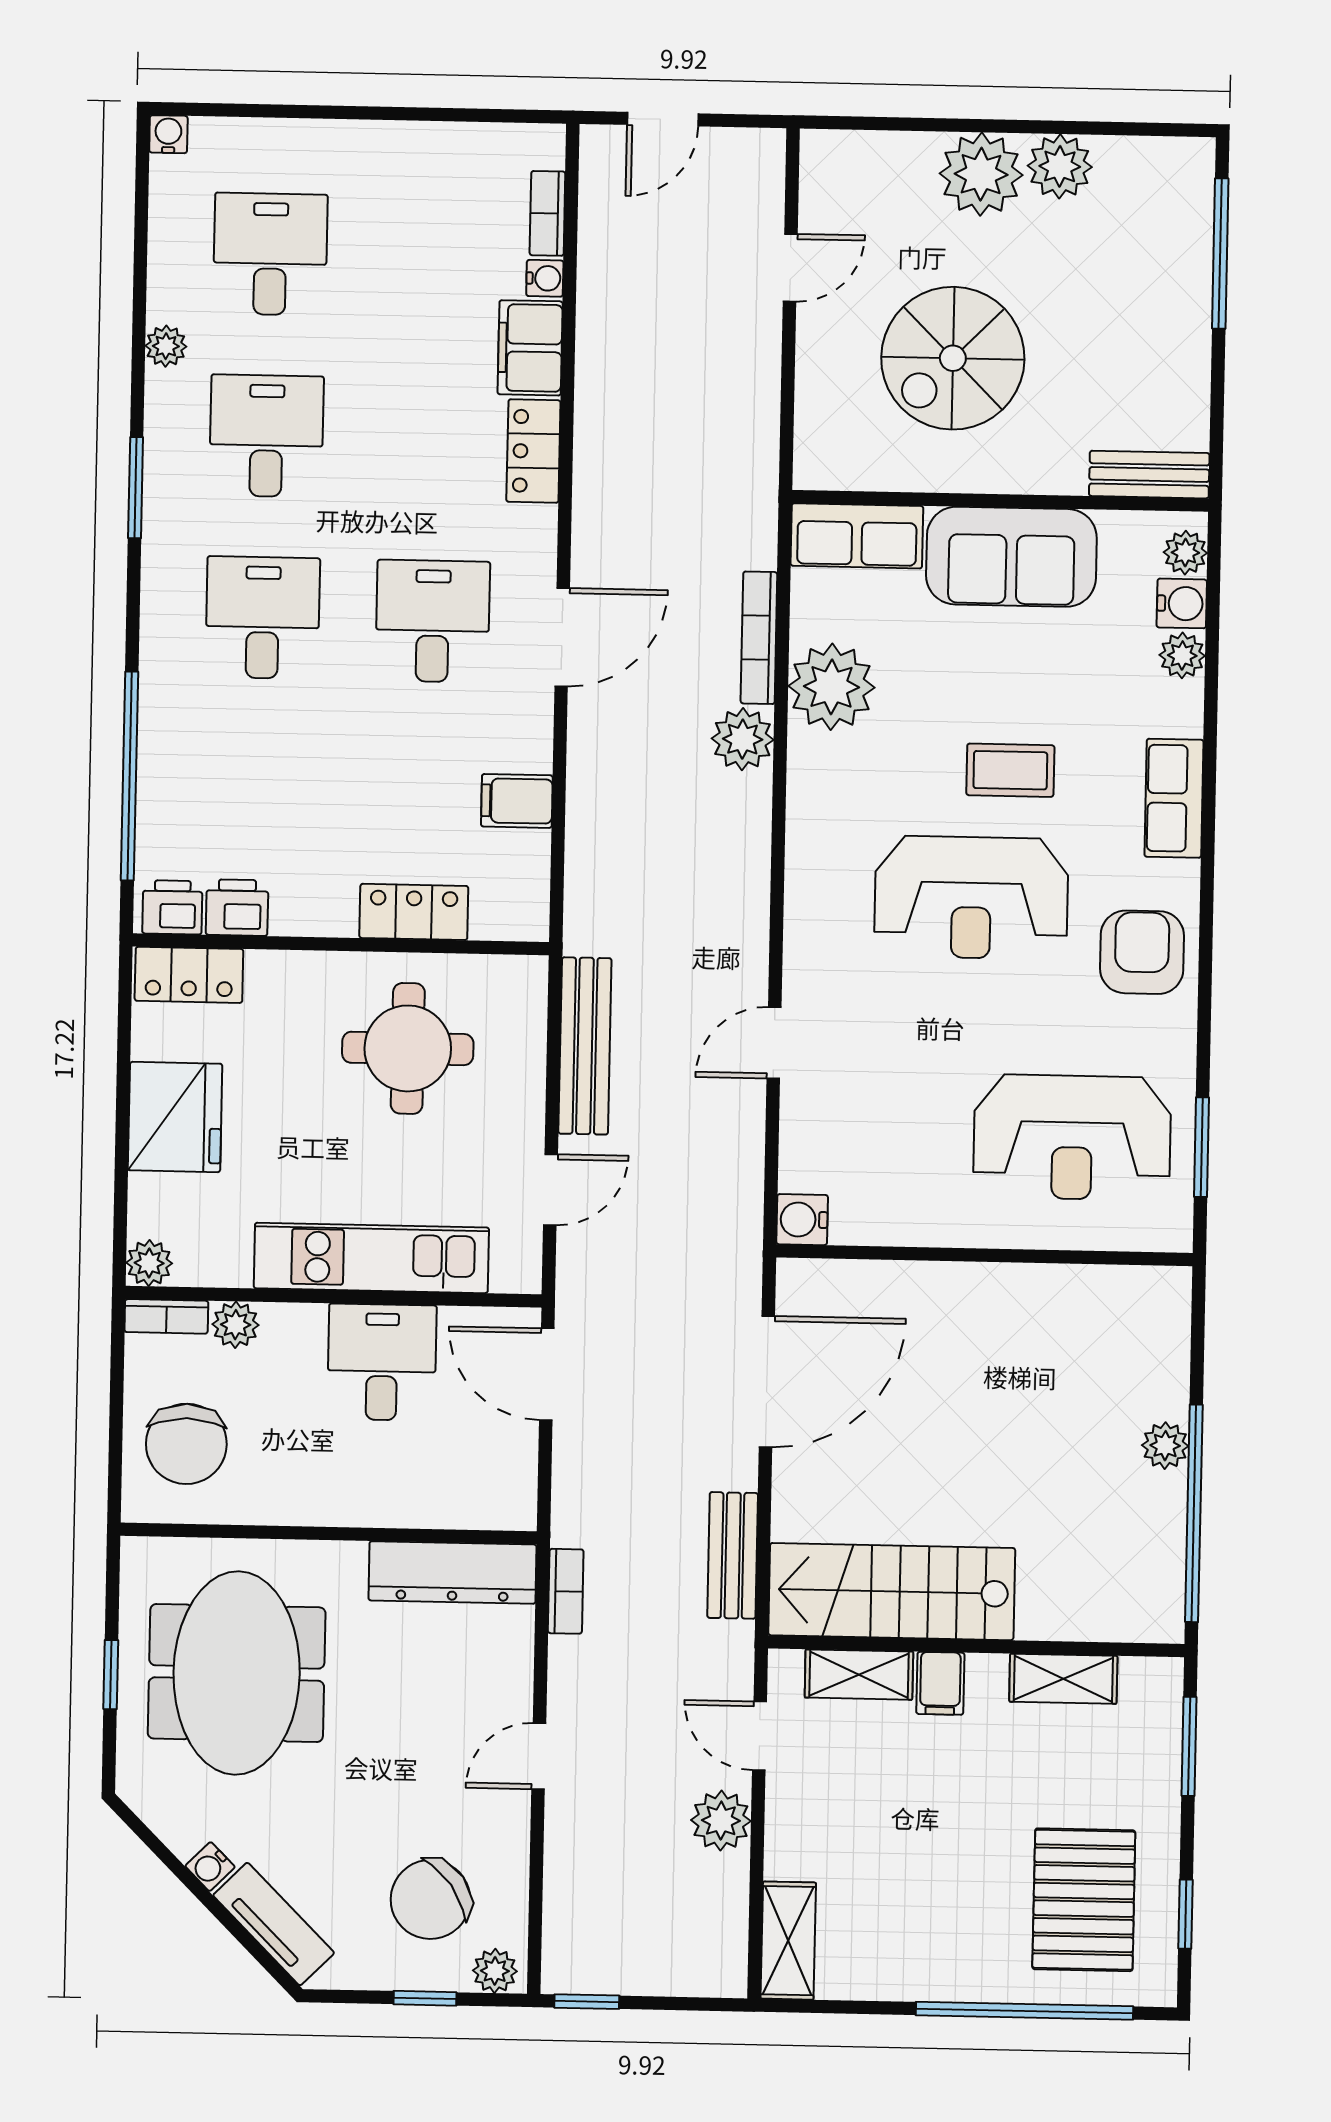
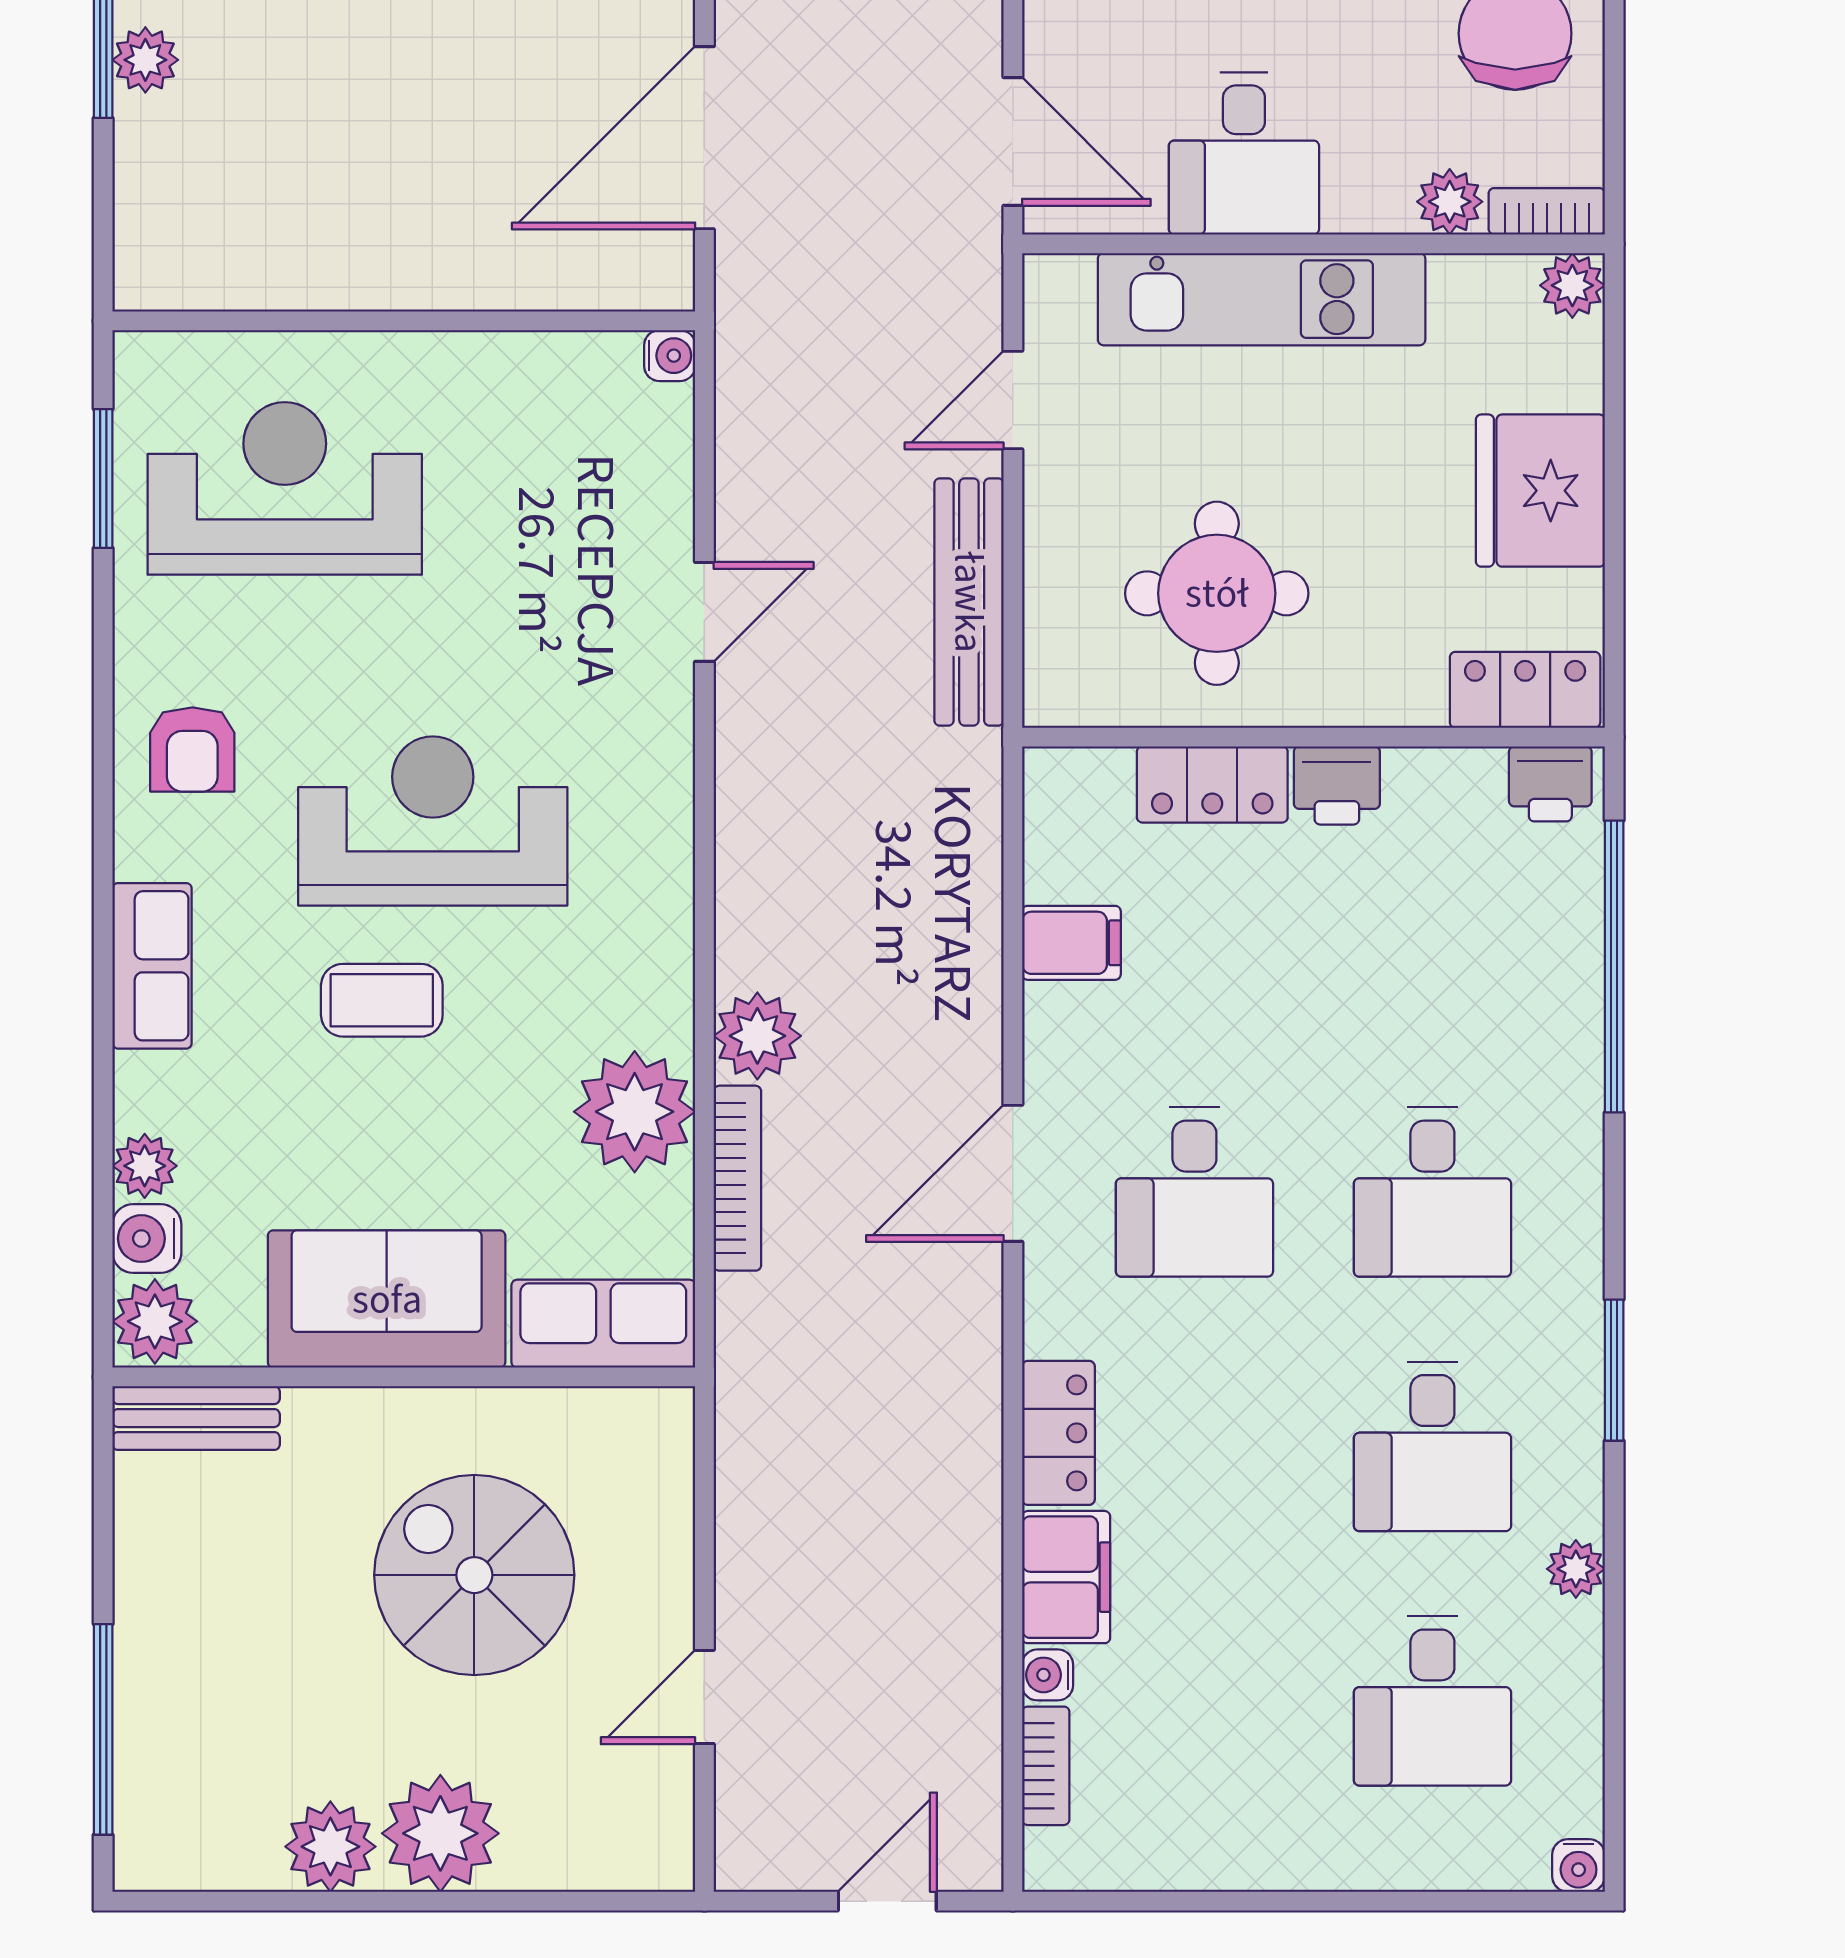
spiral stairs: (953, 358) -> (474, 1575), turned -90
plant: (1185, 553) -> (155, 1321), width x1.38, depth x1.38
printer: (237, 908) -> (1337, 785), moved
armchair: (1142, 952) -> (192, 749), width x0.72, depth x0.72
water cooler: (802, 1220) -> (670, 356), width x0.72, depth x0.72

